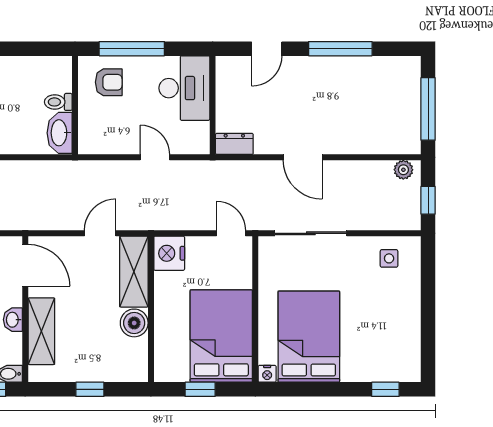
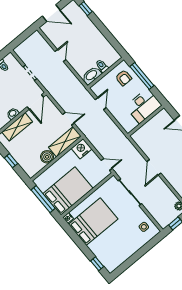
dresser: (234, 144) -> (139, 140), removed
door: (155, 157) -> (101, 104), moved
door: (231, 233) -> (107, 164), hinge flipped
window: (200, 389) -> (43, 199), width x2.17

